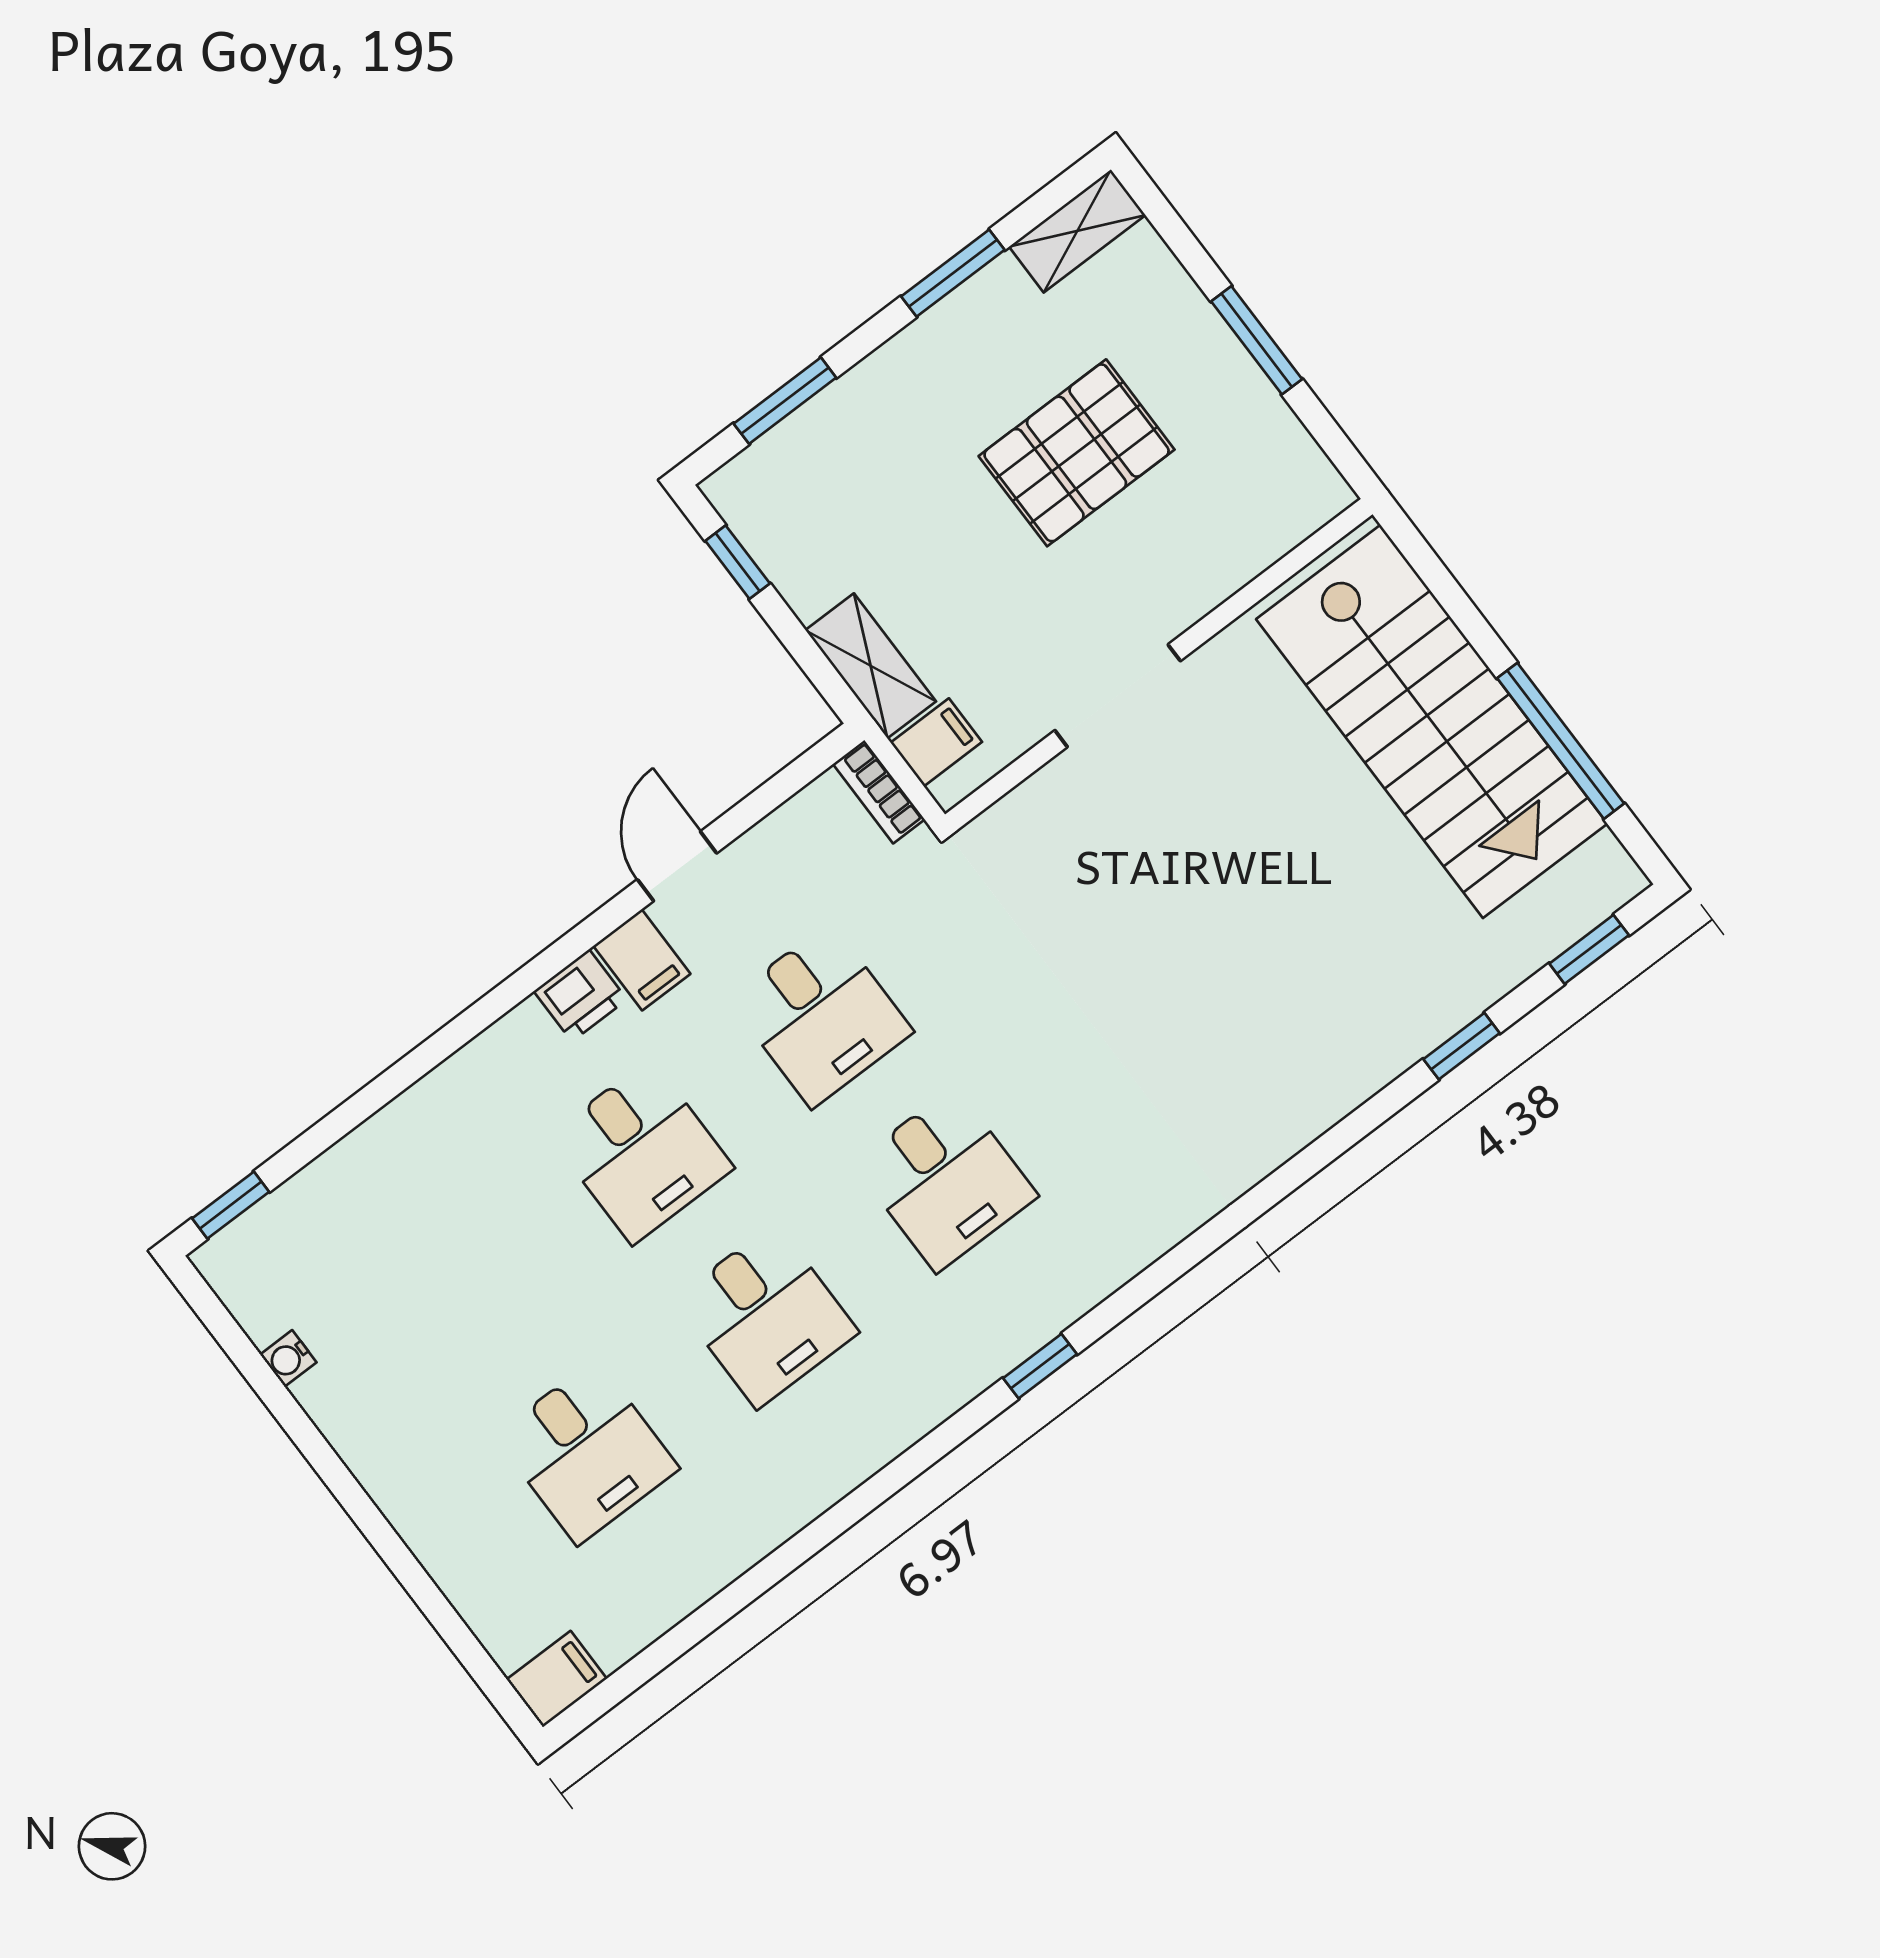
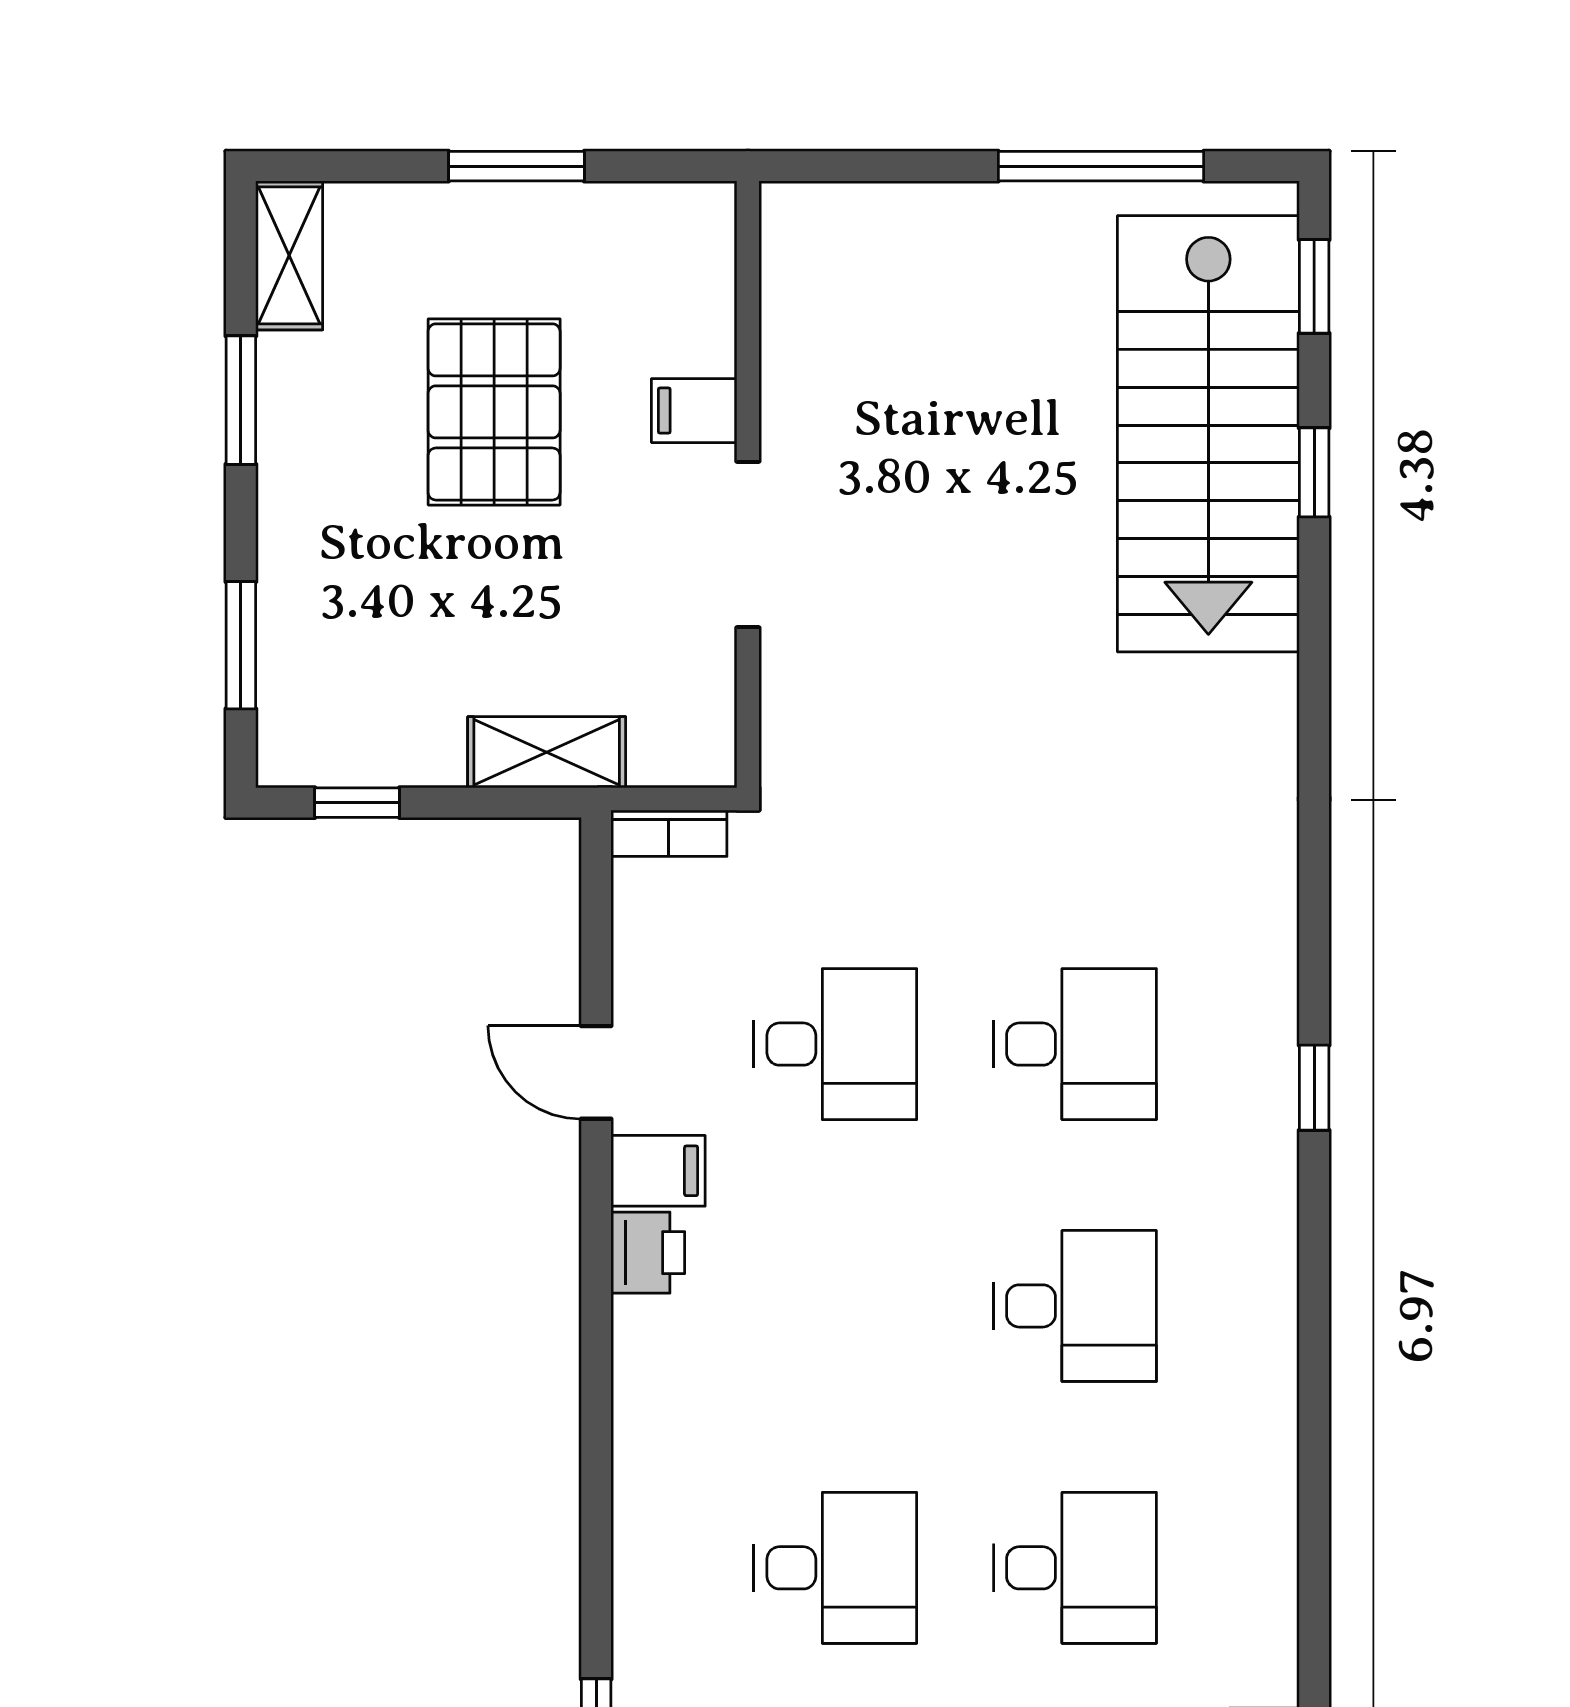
stairs: (1432, 721) -> (1208, 434), moved, turned 90
filing cabinet: (936, 742) -> (694, 411), moved, turned -90
desk: (641, 1152) -> (835, 1568), moved

